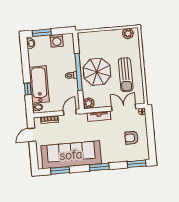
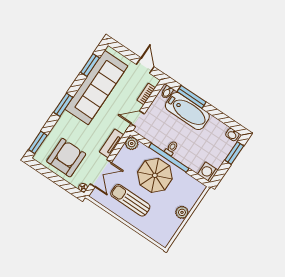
plant: (128, 34) -> (182, 212), moved
washing machine: (57, 41) -> (208, 172), moved
window: (28, 89) -> (192, 97), width x2.17
door: (70, 112) -> (138, 119), swing flipped
armchair: (132, 138) -> (66, 158), width x1.88, depth x1.88

